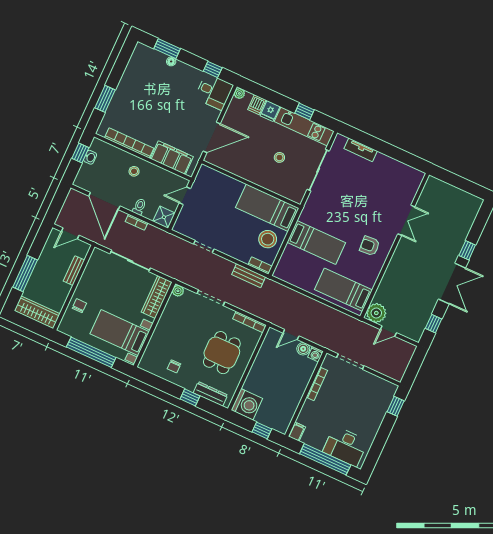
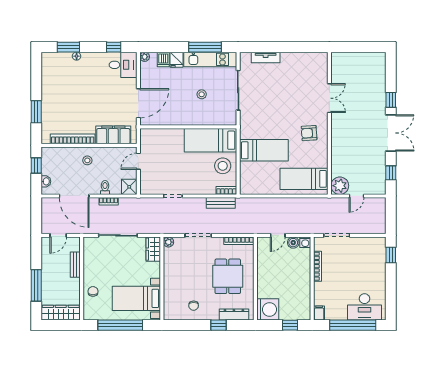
window: (305, 111) -> (205, 47), width x2.17
washbasin: (90, 157) -> (46, 181), moved
wardrobe: (157, 297) -> (153, 249), width x0.67

